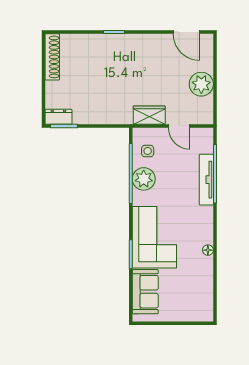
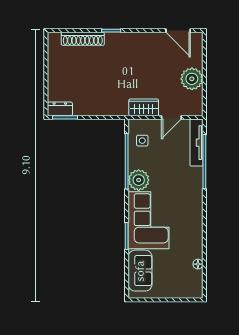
shoe rack: (52, 57) -> (83, 39), moved, turned 90
door: (179, 126) -> (171, 117), hinge flipped
plant: (144, 179) -> (139, 180), moved
tv unit: (206, 180) -> (197, 143), moved
floor lamp: (208, 250) -> (198, 264), moved

